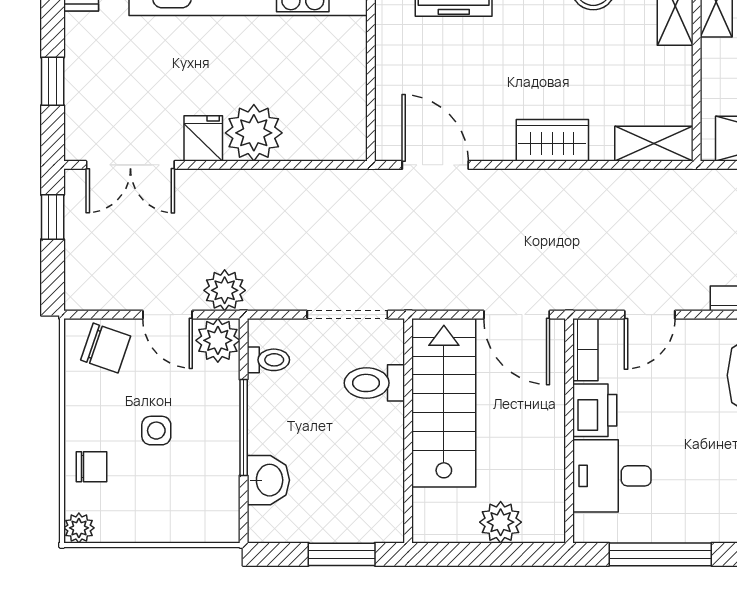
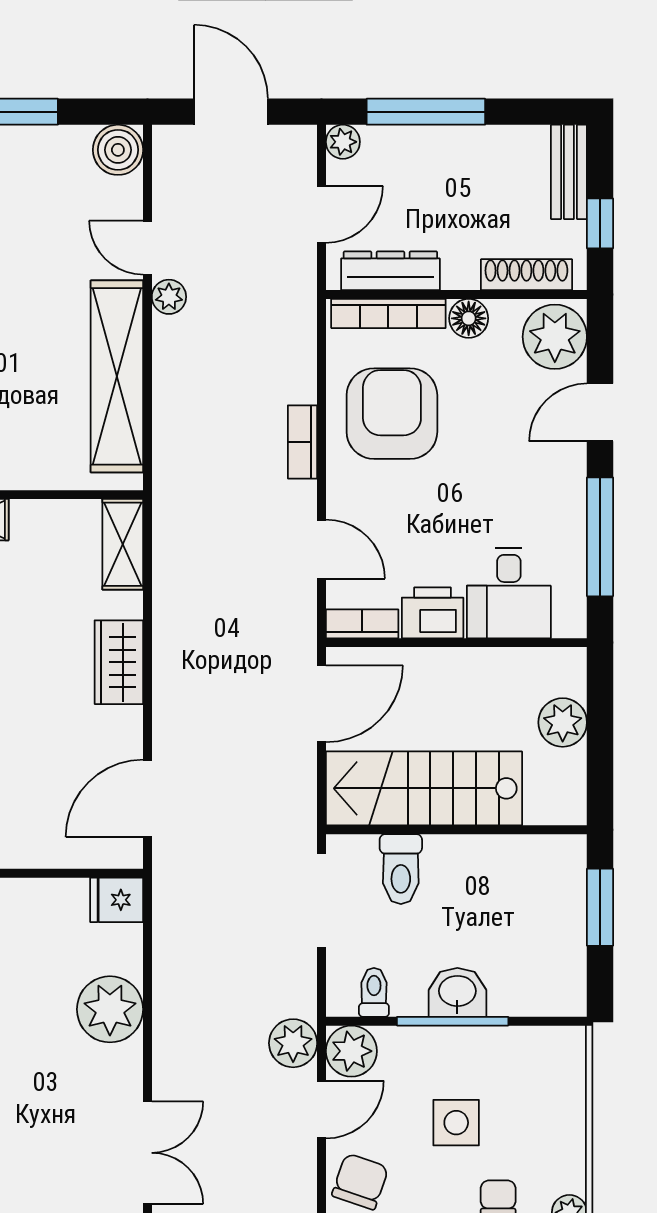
fridge: (203, 138) -> (117, 900), moved
side table: (156, 431) -> (456, 1123), width x1.37, depth x1.37
washbasin: (268, 480) -> (457, 992), moved

